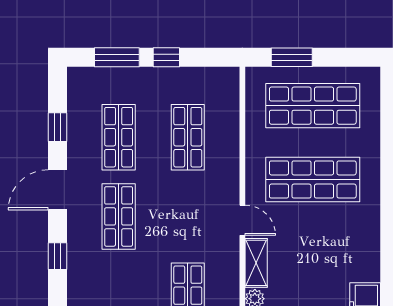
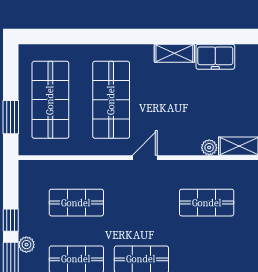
plant: (137, 76) -> (26, 245), added
shelving: (256, 263) -> (174, 53), moved

